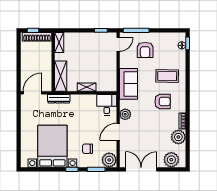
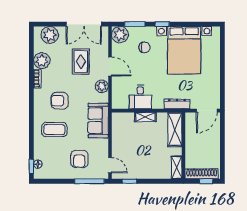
door: (118, 44) -> (110, 165), swing flipped
armchair: (145, 50) -> (79, 159), turned 180
desk: (107, 105) -> (140, 97), moved
door: (118, 132) -> (110, 67), hinge flipped
rug: (144, 136) -> (81, 62), added

